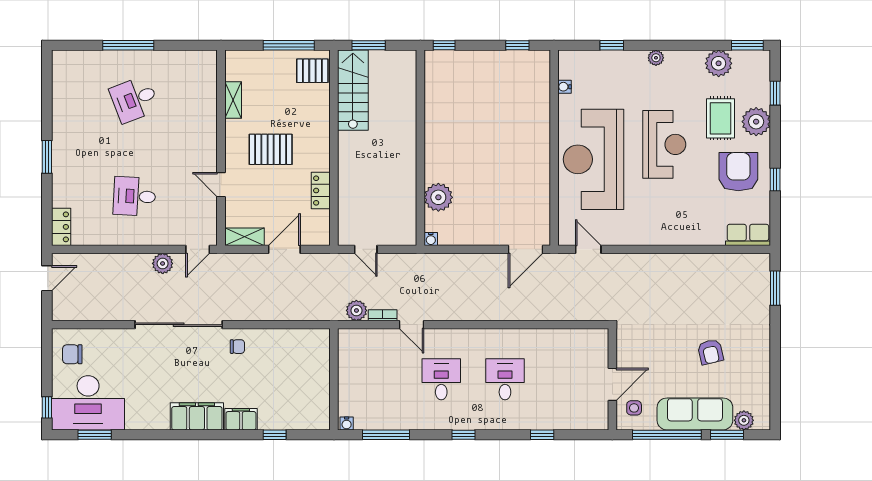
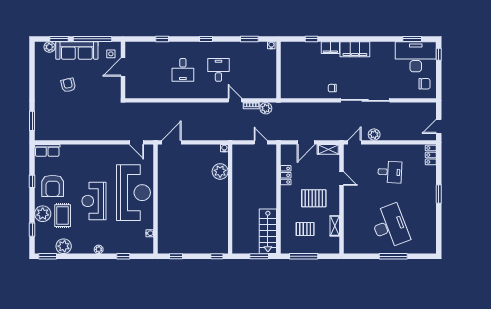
pallet: (312, 71) -> (305, 229), moved
desk: (134, 99) -> (390, 226), width x1.87, depth x1.30
desk: (441, 379) -> (218, 70), turned 180
window: (386, 435) -> (249, 39), width x0.69

